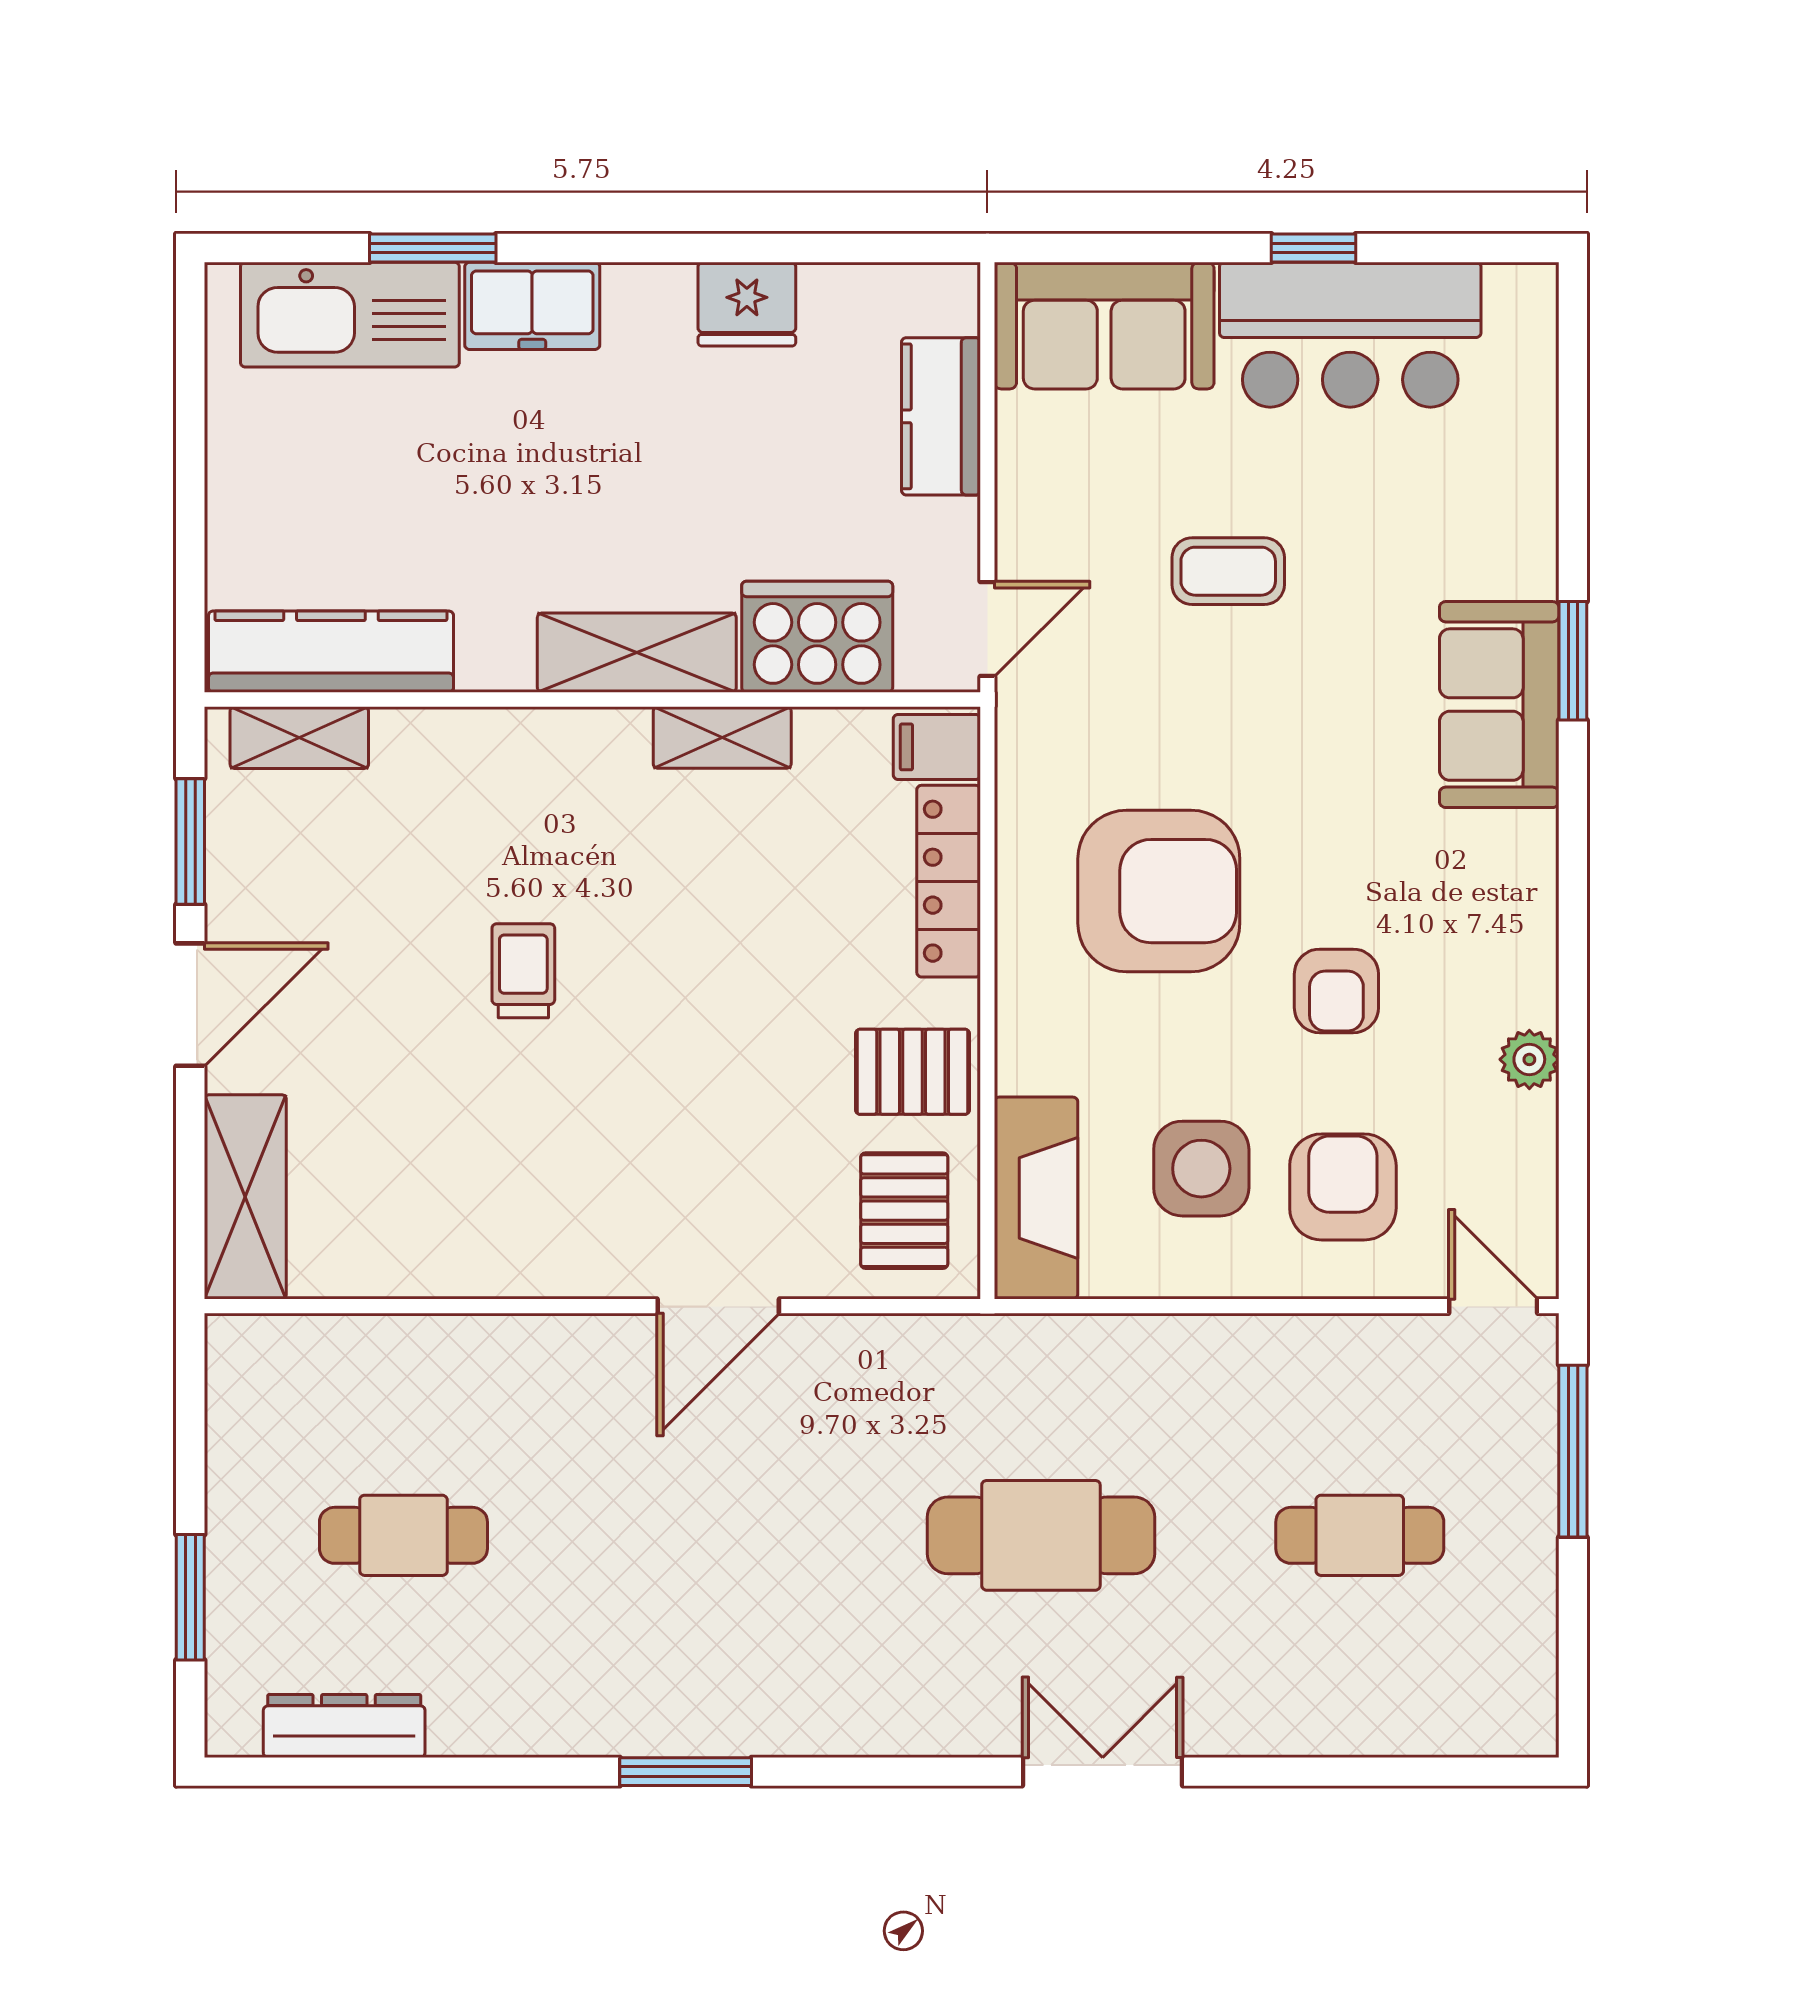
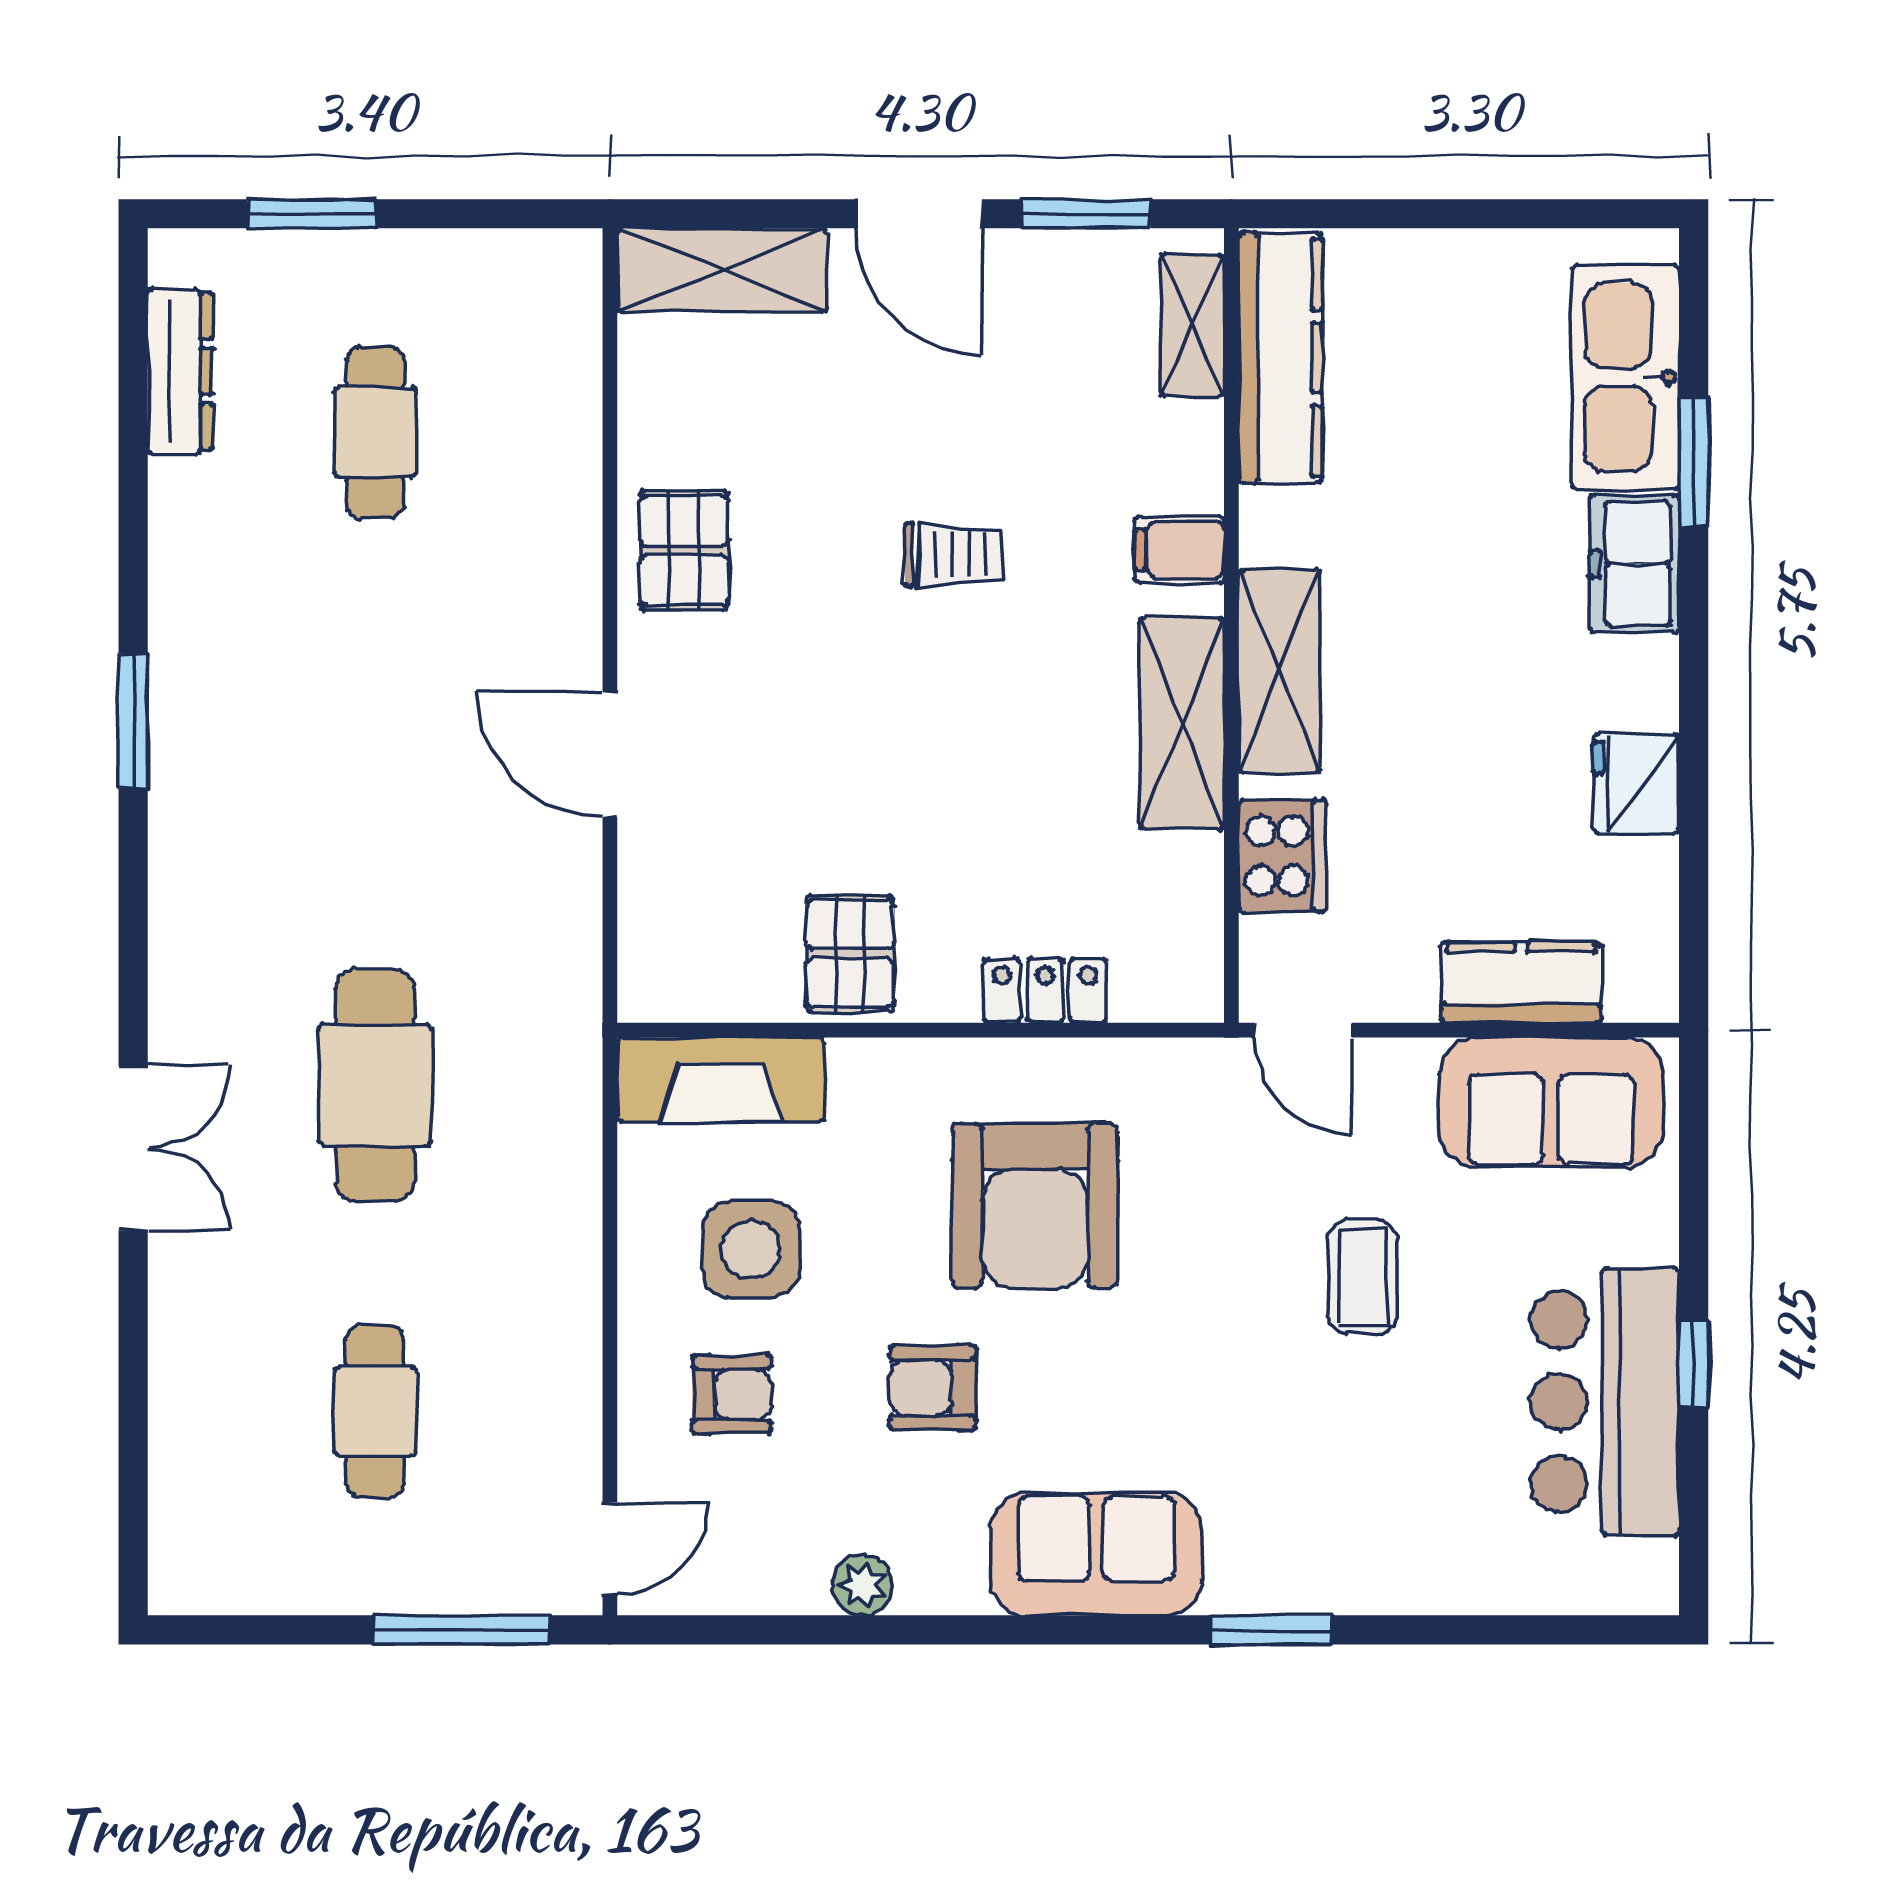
sofa: (1104, 326) -> (1551, 1102), moved, turned -90
cooker: (817, 637) -> (1282, 856), width x0.73, depth x0.76
sofa: (1499, 705) -> (1096, 1554), moved
shelving: (722, 737) -> (1182, 723), width x1.50, depth x1.33
filing cabinet: (937, 747) -> (1180, 550), moved, turned -90
locker: (949, 881) -> (1045, 990), width x0.66
armchair: (1343, 1187) -> (732, 1394), width x0.72, depth x0.72
pallet: (904, 1211) -> (684, 551), moved, turned 90

